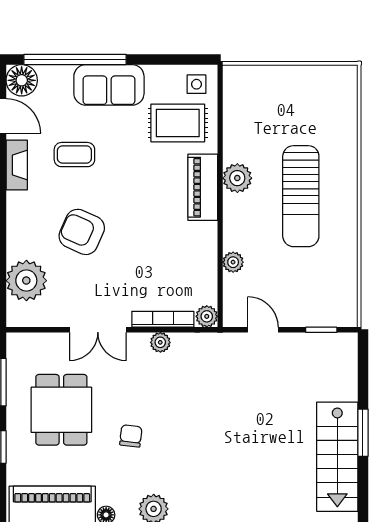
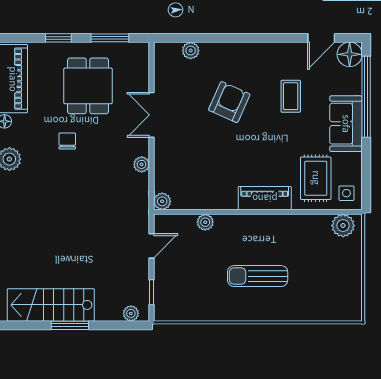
fireplace: (17, 165) -> (282, 50), removed
plant: (237, 178) -> (343, 226), moved
sun lounger: (301, 196) -> (258, 276), width x0.73, depth x0.75
plant: (26, 281) -> (191, 51), width x0.53, depth x0.53
bookcase: (163, 319) -> (160, 166), removed
plant: (348, 356) -> (131, 313), added
dining table: (61, 410) -> (88, 86), turned 90
chair: (131, 436) -> (67, 141), turned -97

